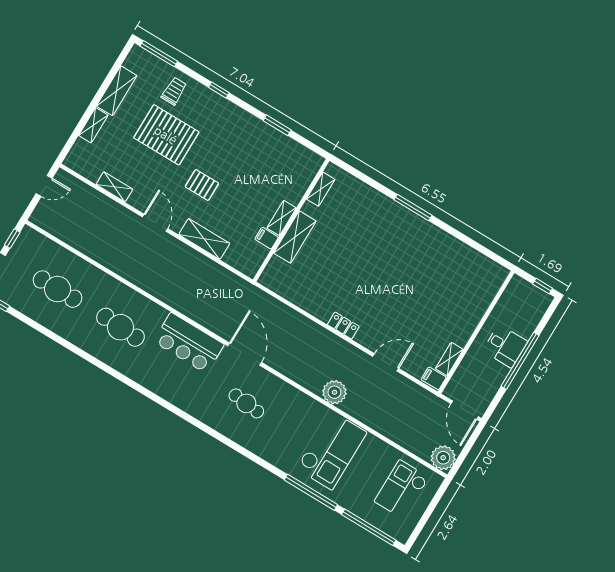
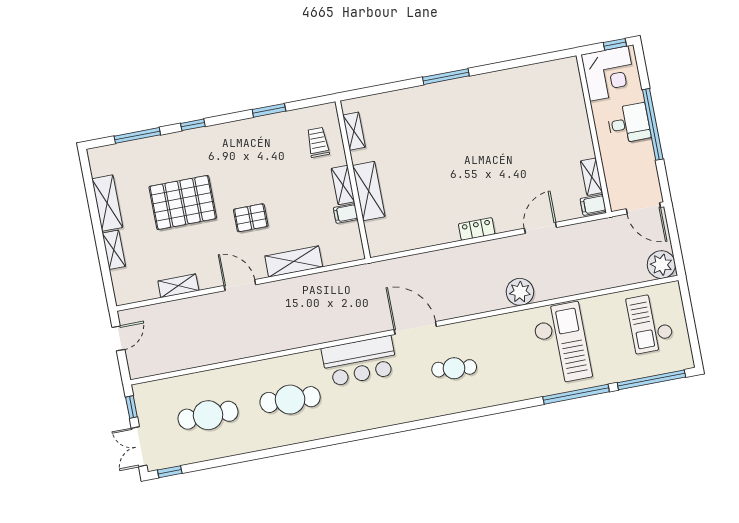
window: (159, 54) -> (137, 135), moved
trolley: (174, 91) -> (318, 142), moved
corner desk: (521, 302) -> (609, 74), added

